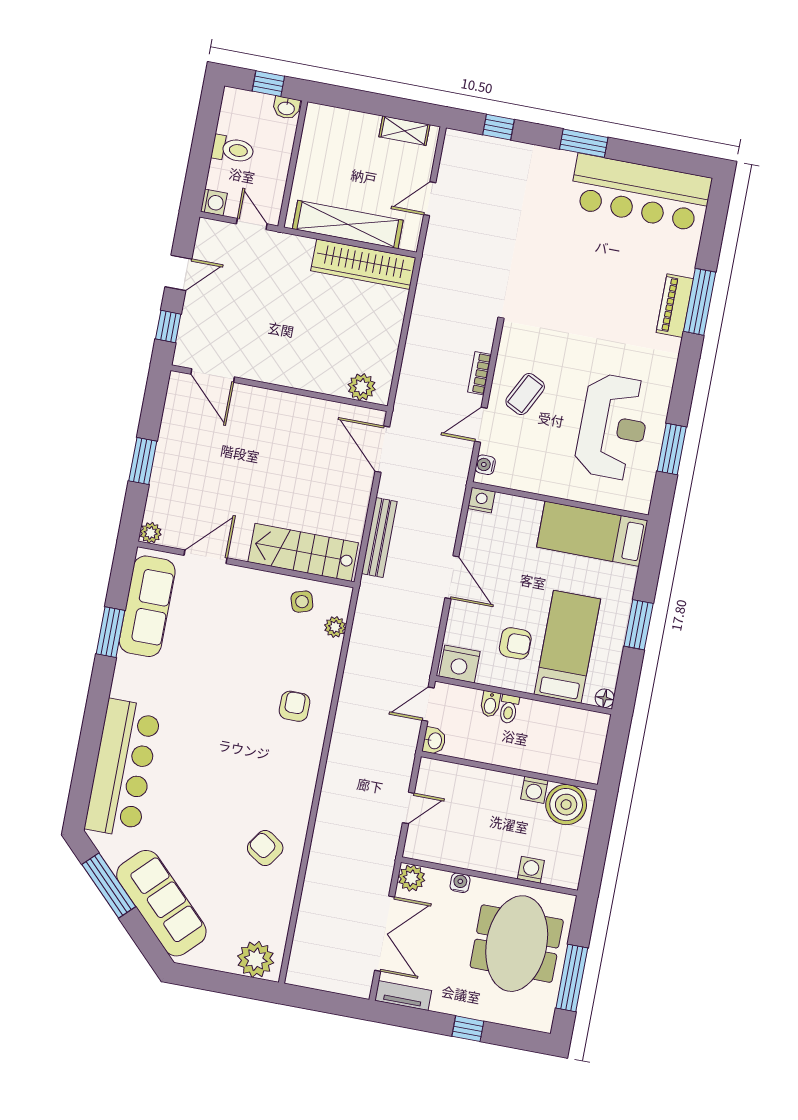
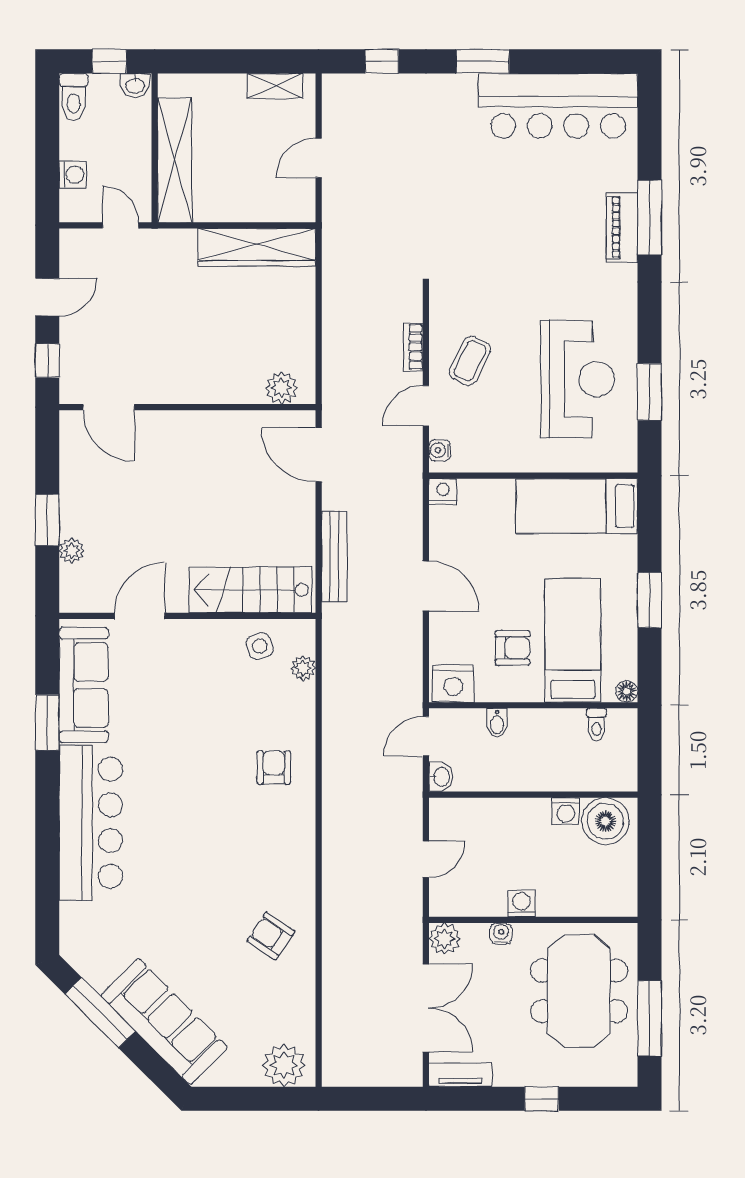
toilet: (233, 149) -> (74, 97), moved, turned 90
washing machine: (214, 202) -> (73, 175), moved
shelving: (348, 225) -> (175, 160), moved, turned 90
plant: (151, 533) -> (72, 551), moved
toilet: (509, 709) -> (597, 725), moved
bar counter: (123, 768) -> (91, 823), moved
washing machine: (531, 870) -> (521, 903), moved

